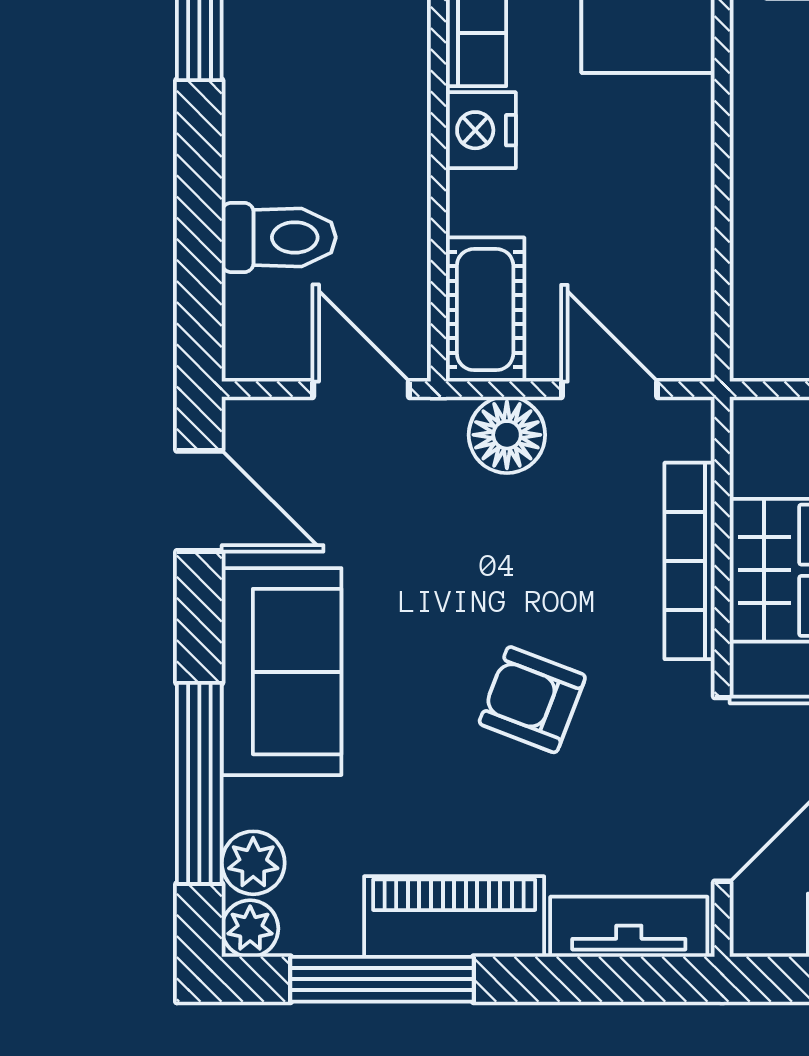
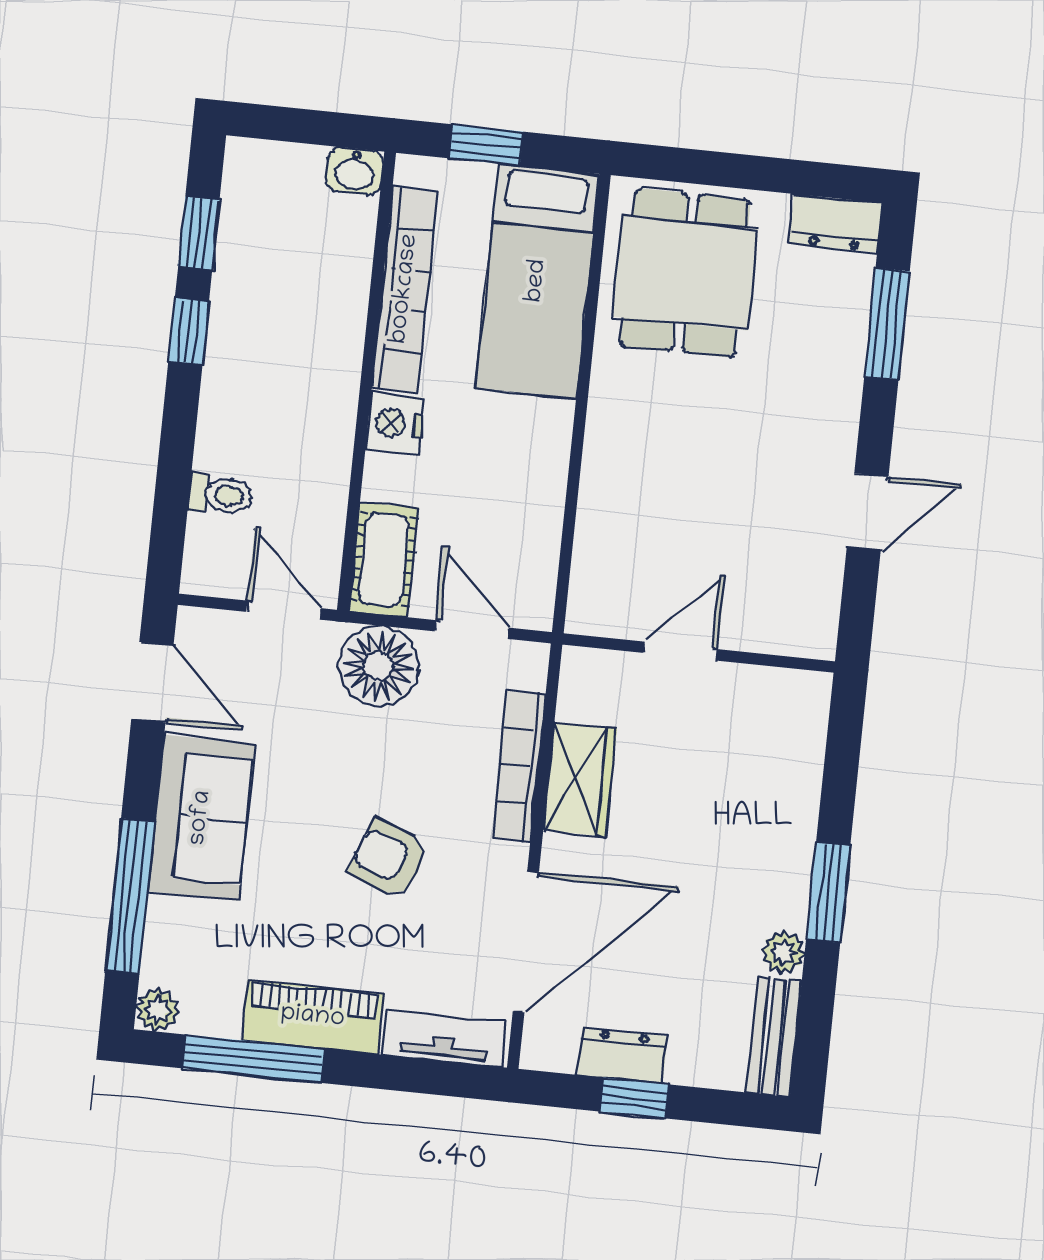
toilet: (279, 237) -> (220, 495), width x0.73, depth x0.72
floor lamp: (507, 435) -> (379, 666), width x1.38, depth x1.38
plant: (253, 863) -> (165, 960), removed

